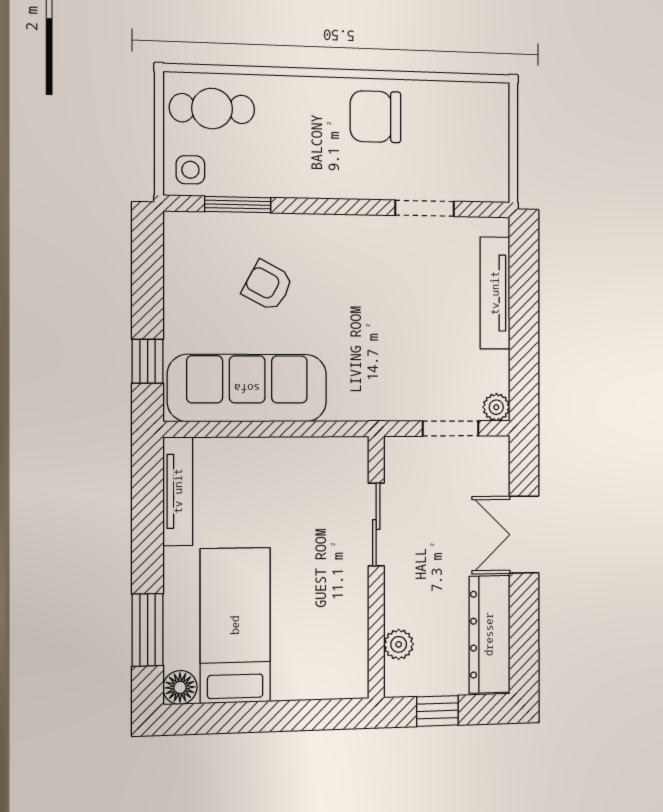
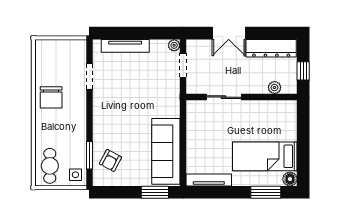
armchair: (268, 286) -> (110, 160), moved
window: (148, 361) -> (155, 192), width x1.50

